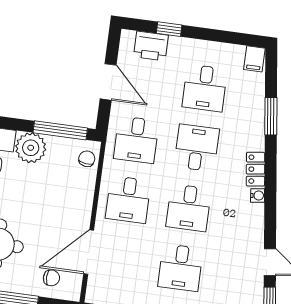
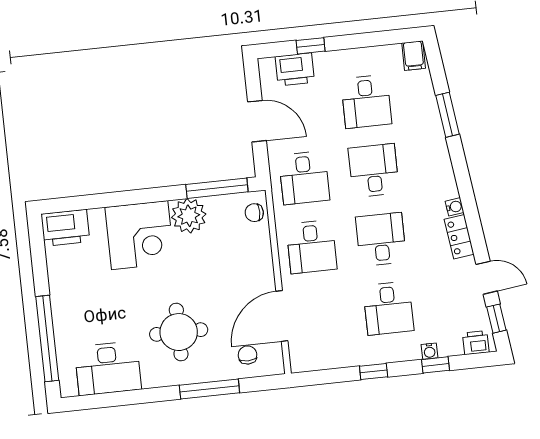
chair: (87, 159) -> (254, 213), turned -97
locker: (256, 169) -> (459, 237), moved
desk: (189, 208) -> (381, 239), turned 180
chair: (51, 278) -> (247, 355), turned -91

